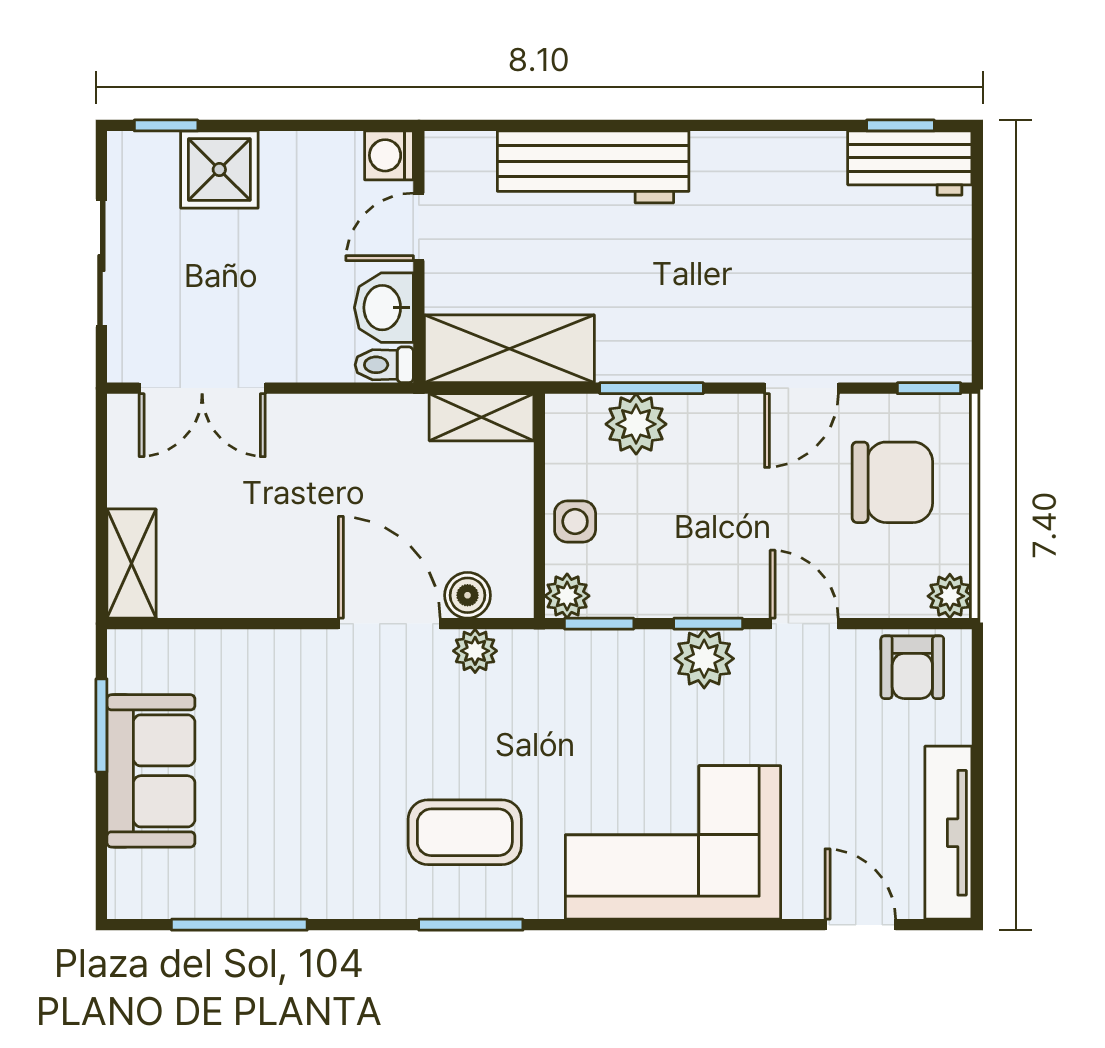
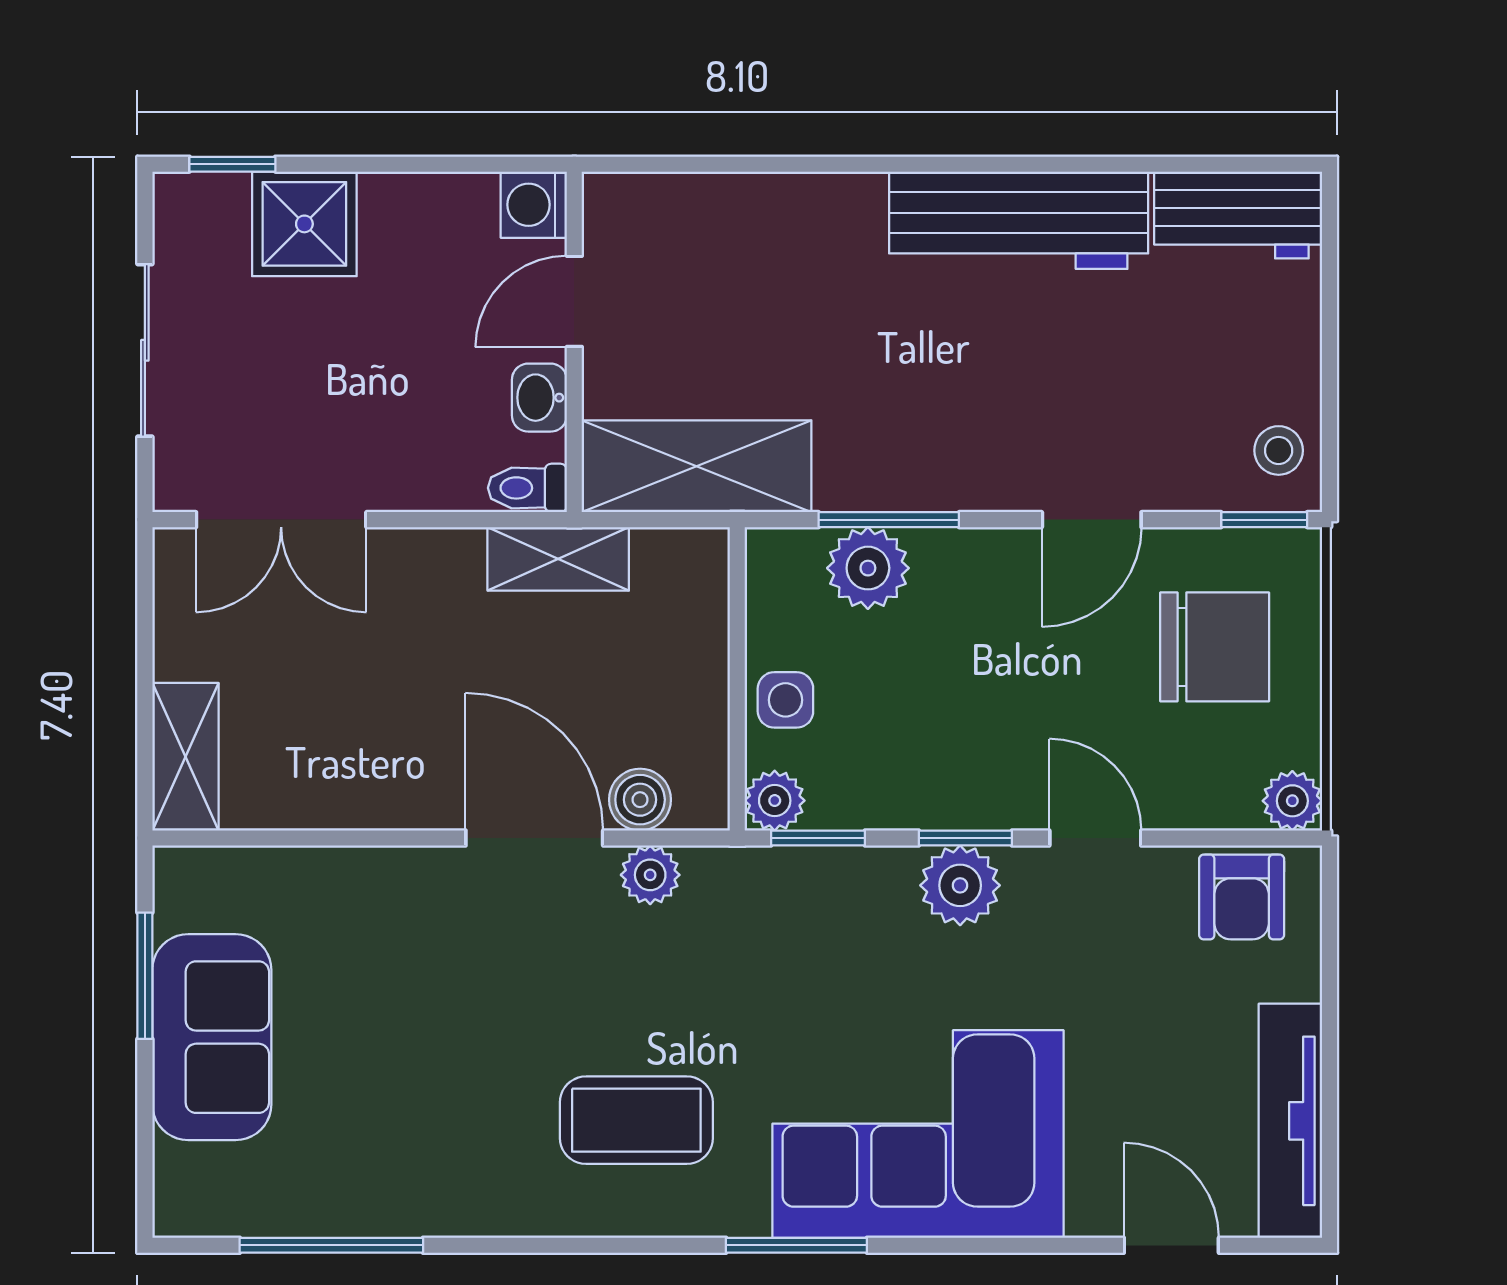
window: (900, 125) -> (1225, 164), removed
workbench: (593, 167) -> (1019, 220), moved
washbasin: (384, 308) -> (539, 398), width x0.72, depth x0.69
stool: (940, 337) -> (1279, 450), added
shelving: (482, 417) -> (558, 559), moved
window: (471, 925) -> (796, 1245), moved

